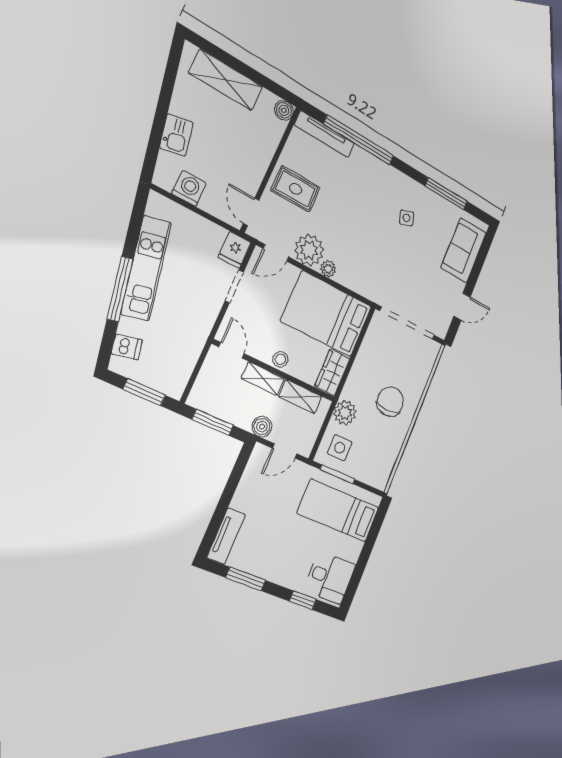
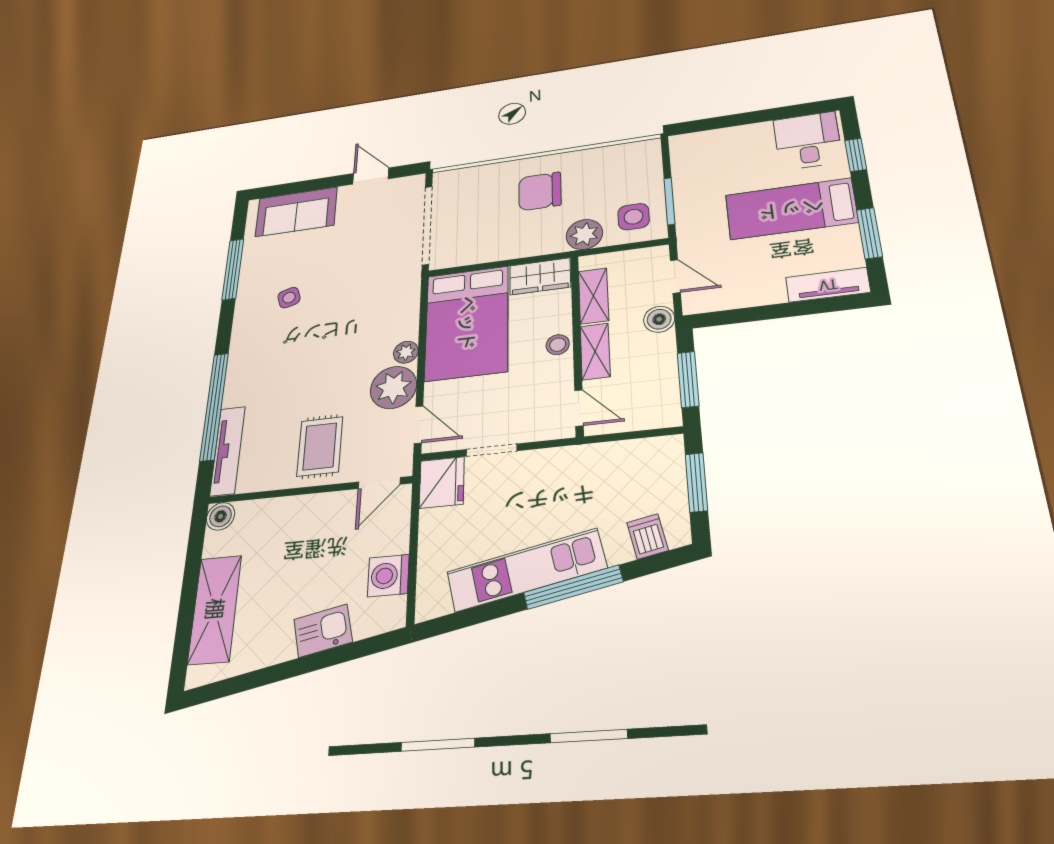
fridge: (235, 250) -> (442, 482), width x1.38
door: (232, 350) -> (579, 408), swing flipped
bed: (338, 510) -> (791, 209), moved, turned 90

